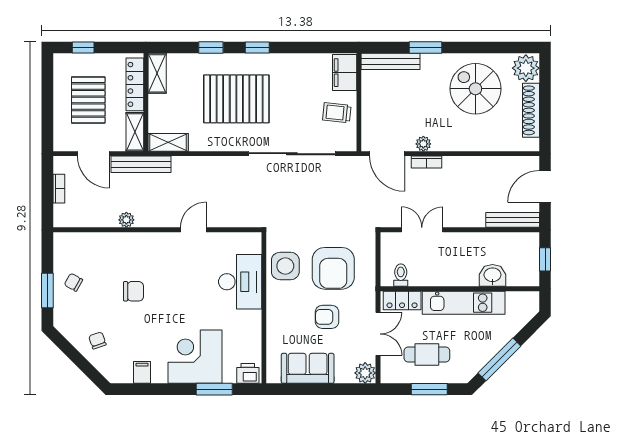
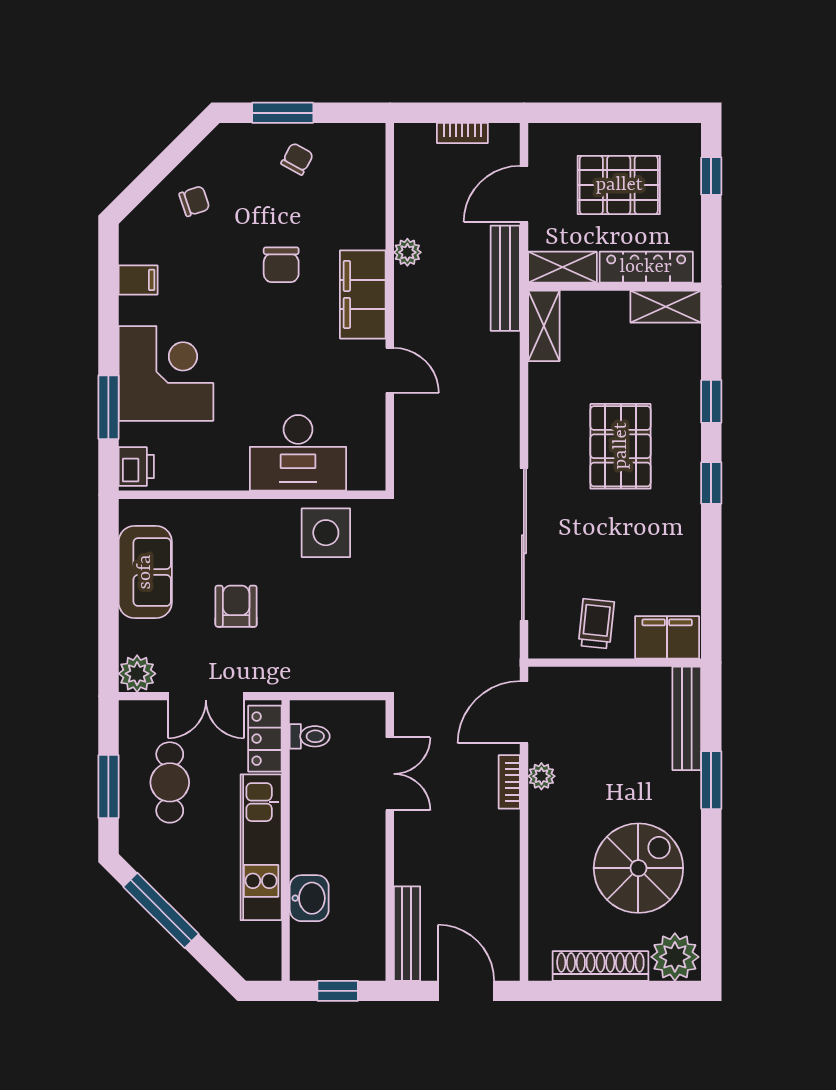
pallet: (236, 99) -> (621, 446), width x0.73, depth x0.71
filing cabinet: (150, 245) -> (363, 294), added
armchair: (333, 268) -> (322, 617), removed

